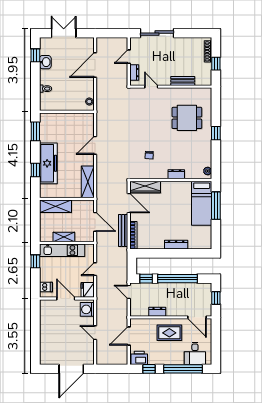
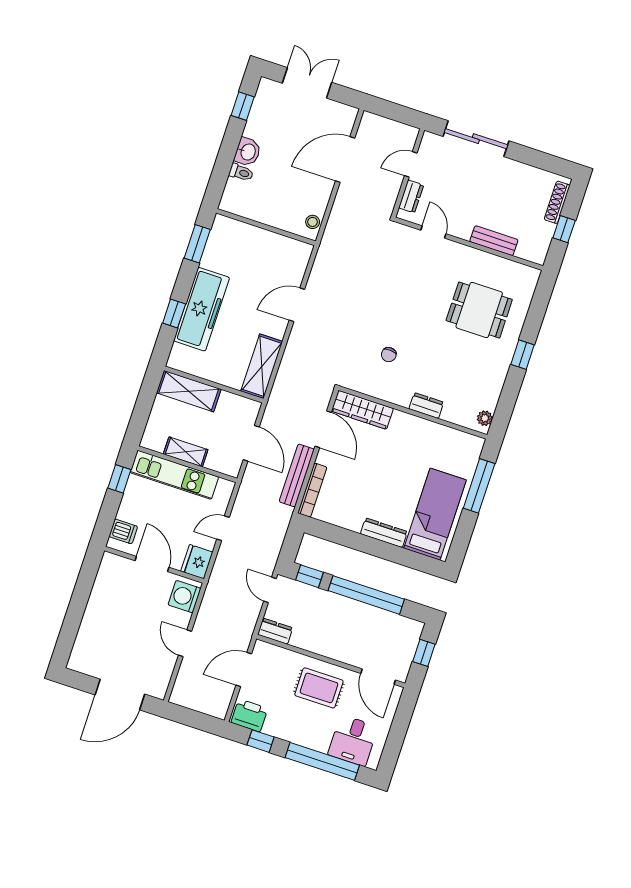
washbasin: (45, 62) -> (248, 152), moved
bed: (202, 203) -> (435, 514), moved, turned 180
dresser: (157, 312) -> (275, 631), moved

